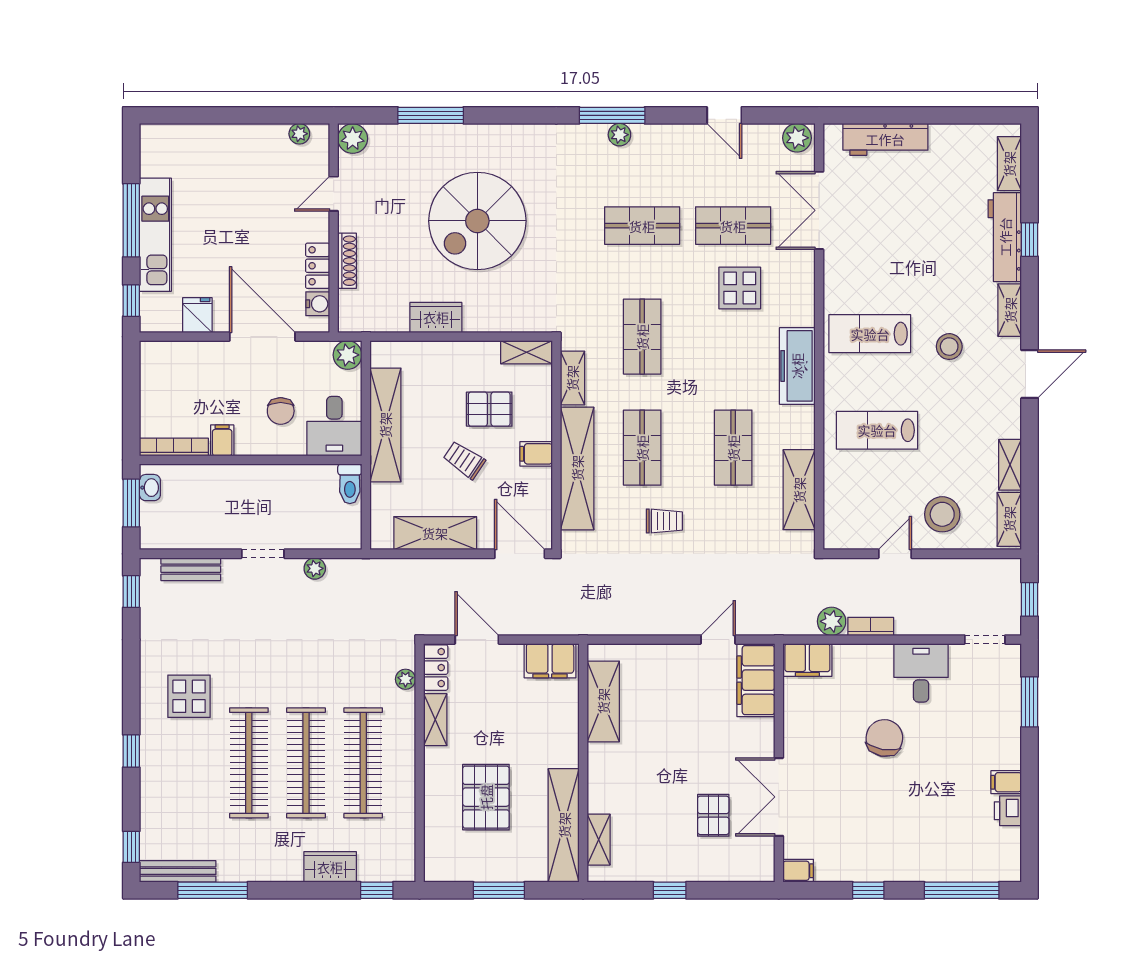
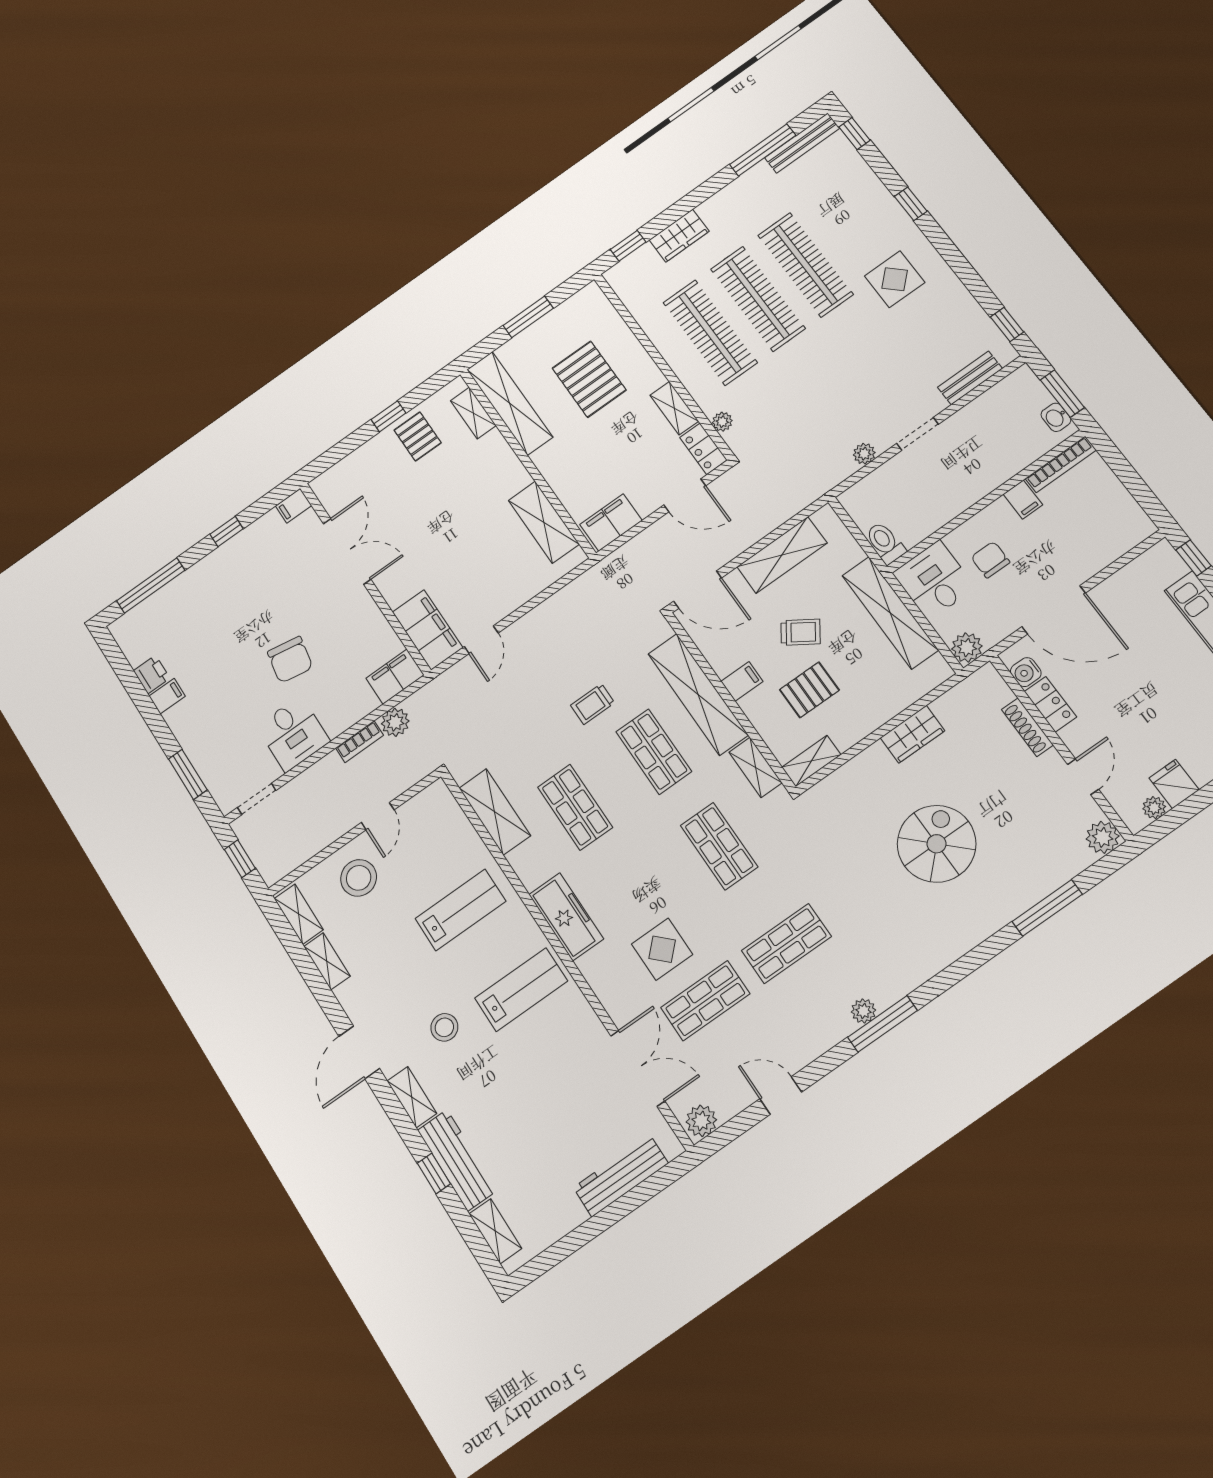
spiral stairs: (477, 221) -> (937, 844), width x0.73, depth x0.73
fridge: (197, 315) -> (1174, 784), moved, turned 180
pallet: (713, 815) -> (418, 436), moved

